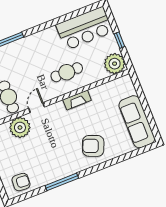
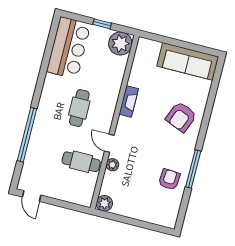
cafe table: (67, 72) -> (79, 108), moved
plant: (20, 127) -> (112, 165), width x0.53, depth x0.53
armchair: (21, 182) -> (169, 179), moved

